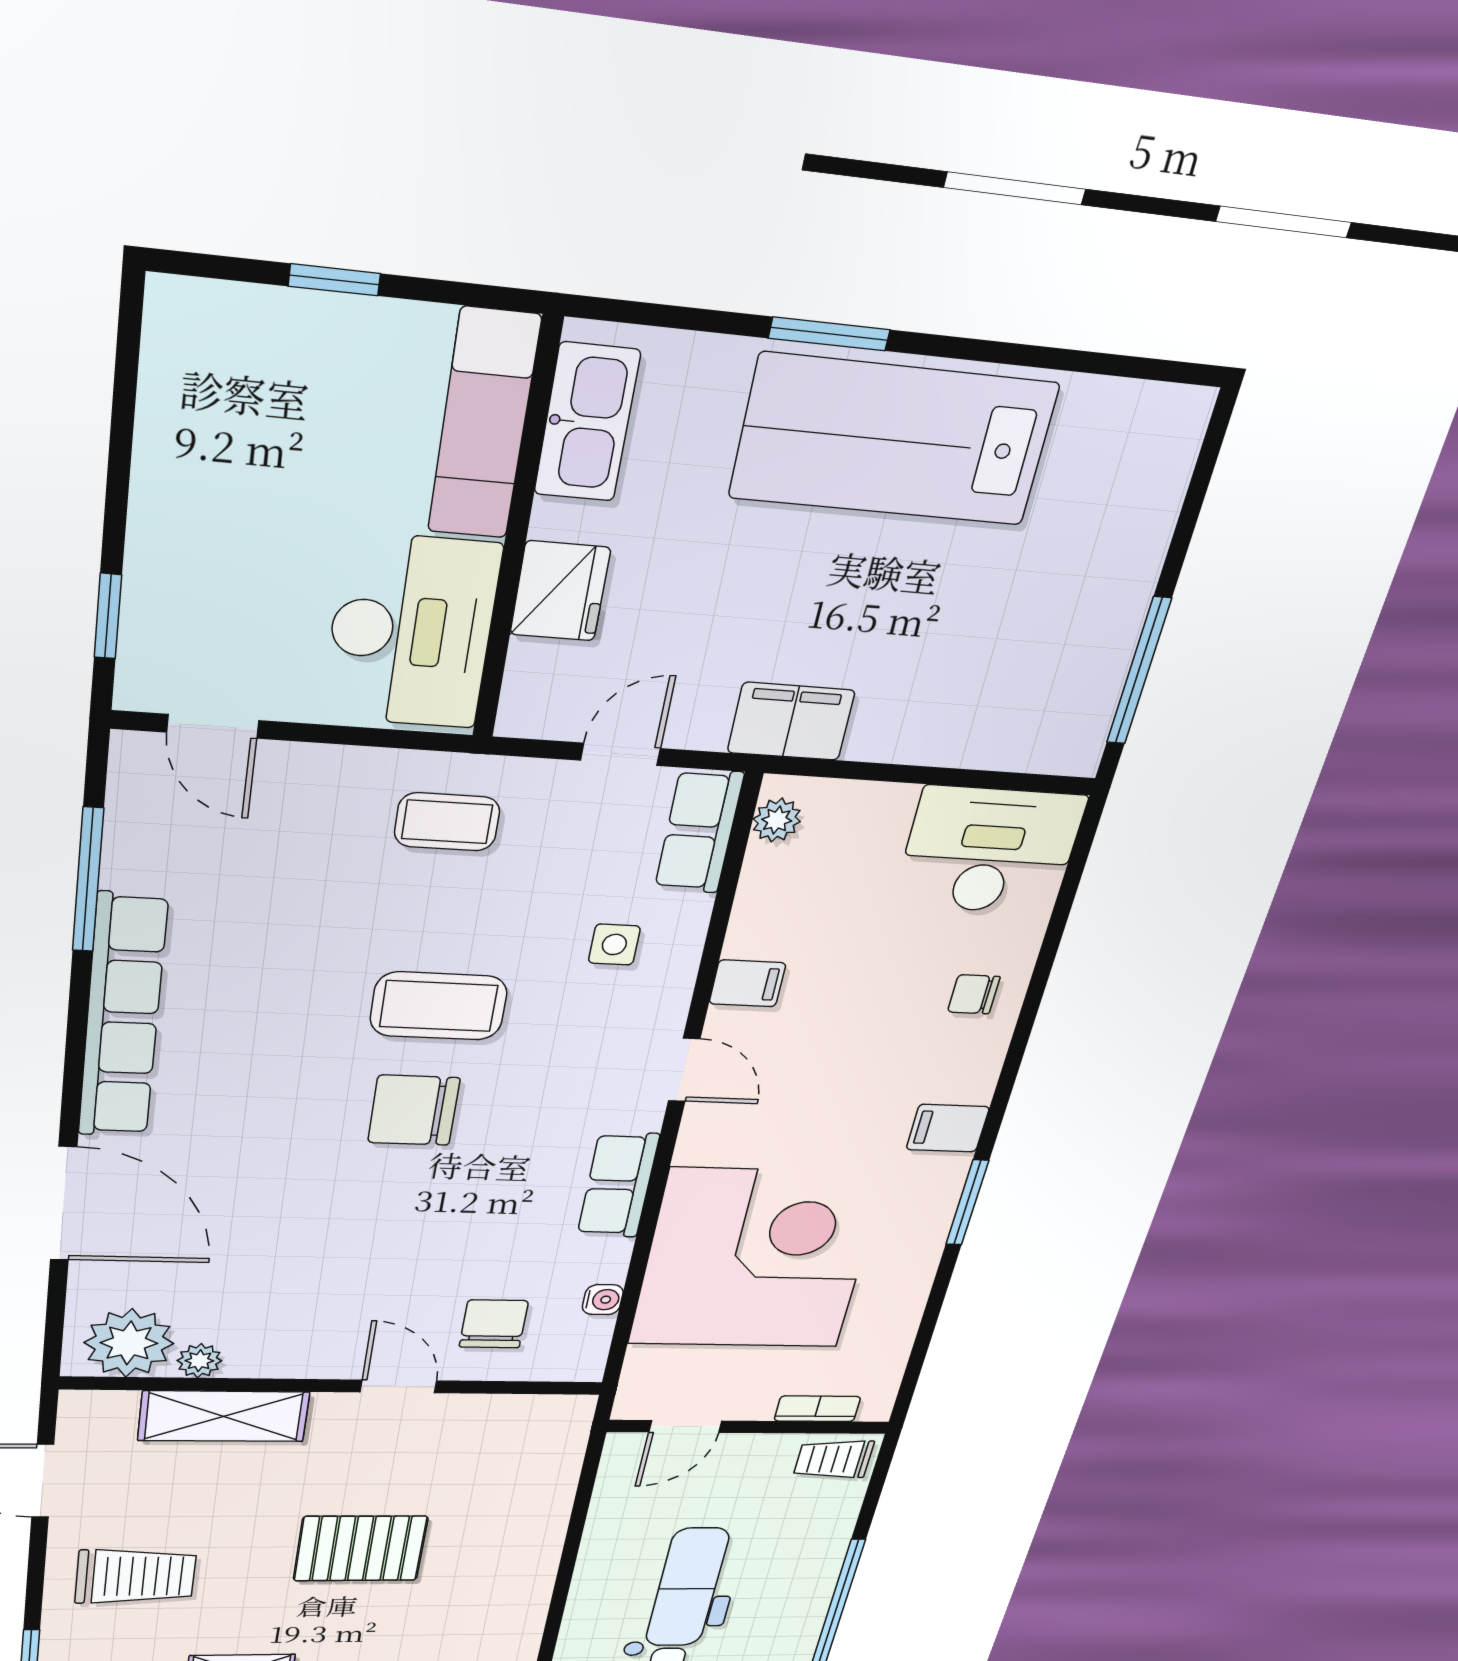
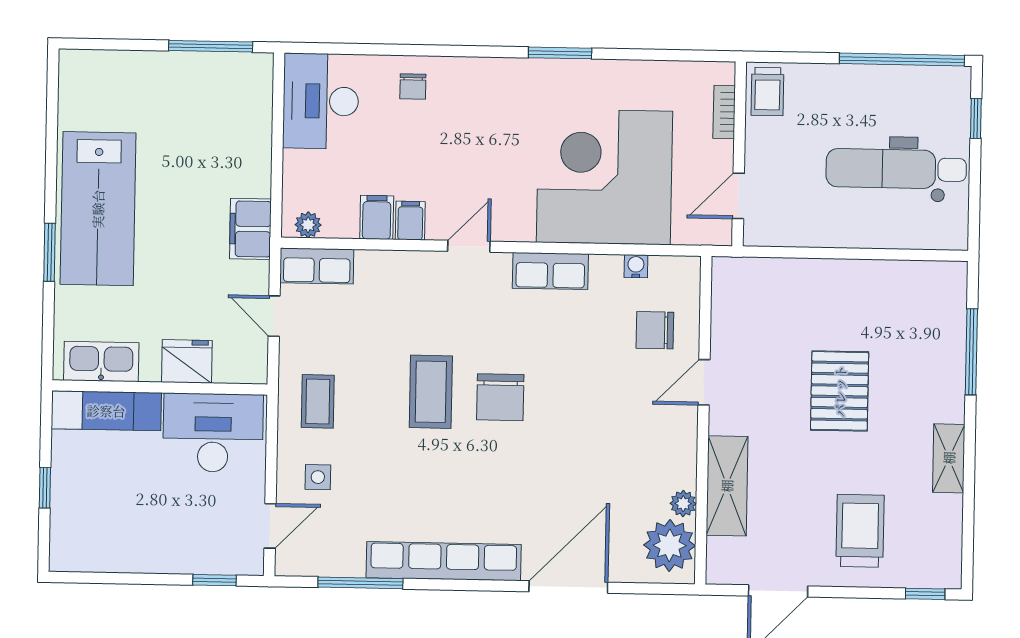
side table: (614, 945) -> (318, 477), moved
filing cabinet: (948, 1128) -> (377, 217), moved, turned 180
door: (685, 1427) -> (738, 196), swing flipped

